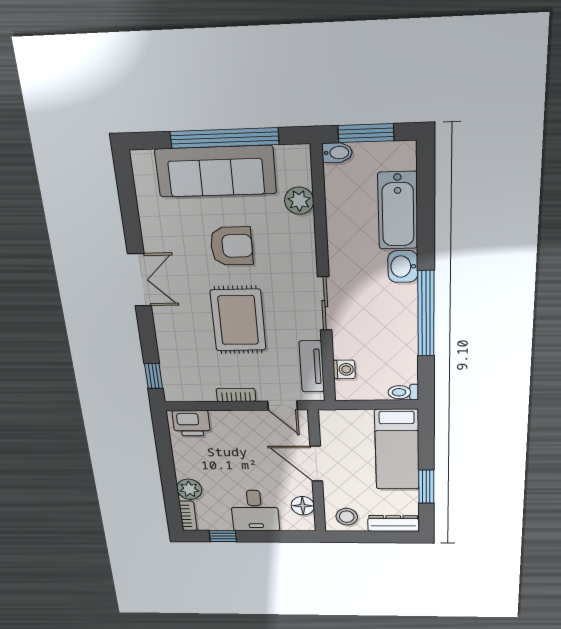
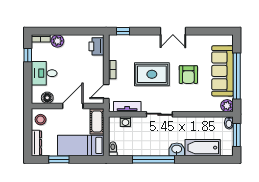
plant: (299, 201) -> (227, 106), moved
cot: (346, 422) -> (97, 121), added

